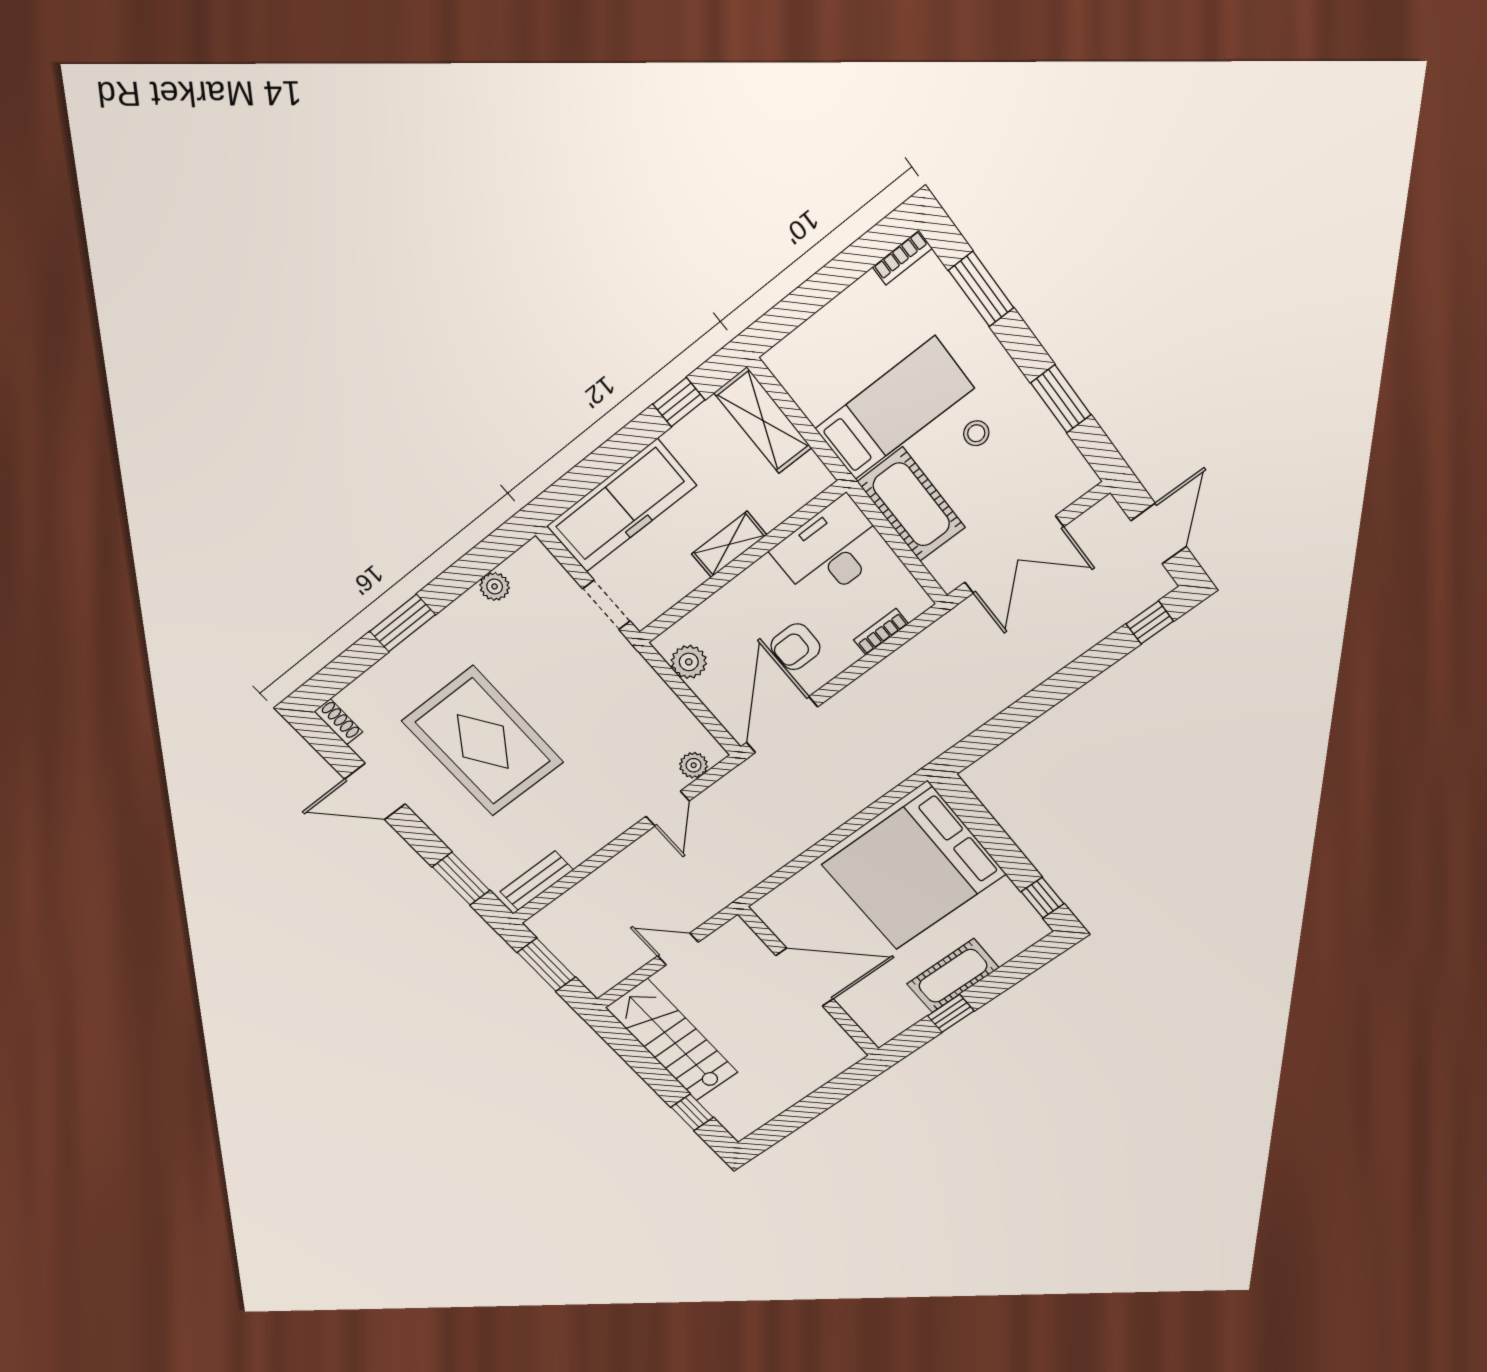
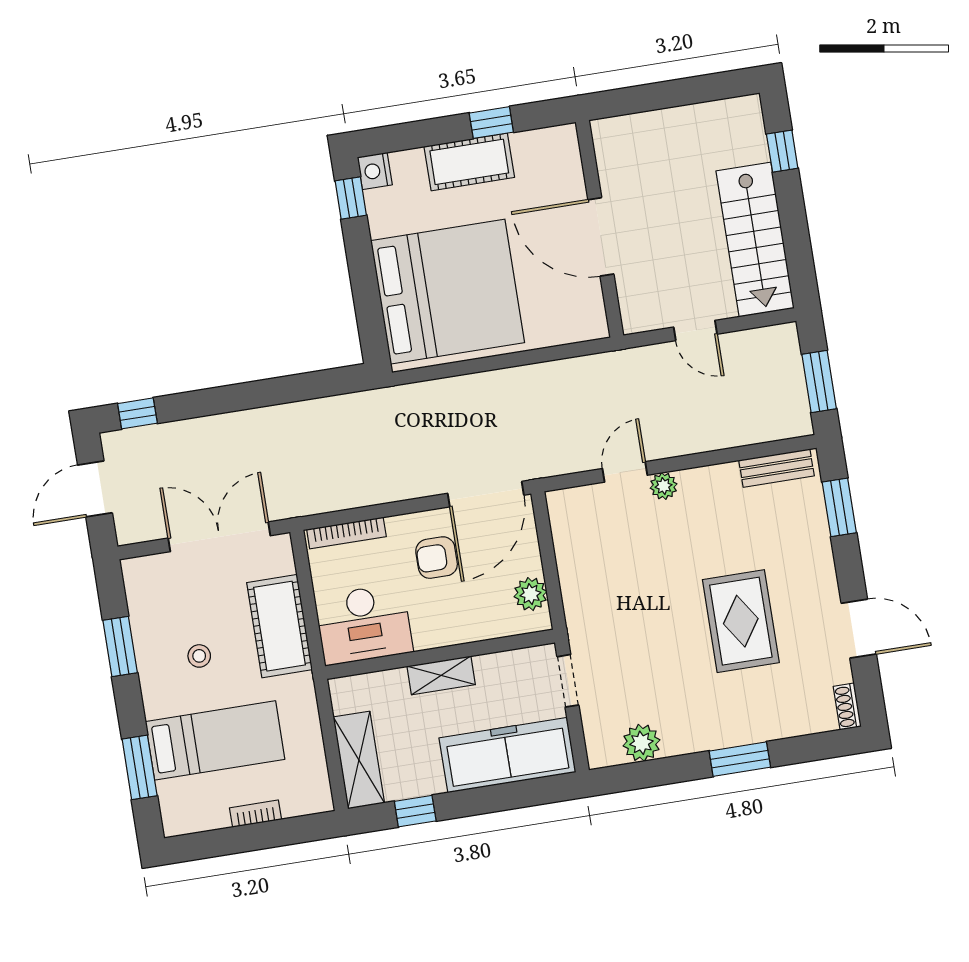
bookcase: (902, 258) -> (255, 814), moved
bed: (895, 408) -> (215, 740), moved, turned 180
plant: (495, 586) -> (641, 743), width x1.38, depth x1.38
bookcase: (881, 632) -> (346, 533), width x1.56
armchair: (795, 647) -> (437, 558), turned 180
rug: (483, 742) -> (741, 621), width x0.73, depth x0.69
plant: (694, 765) -> (664, 486), moved
nightstand: (1033, 929) -> (375, 171), added

